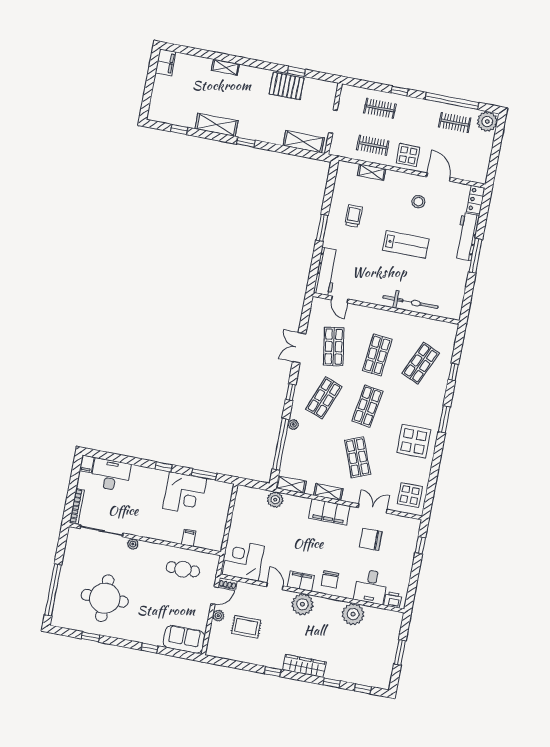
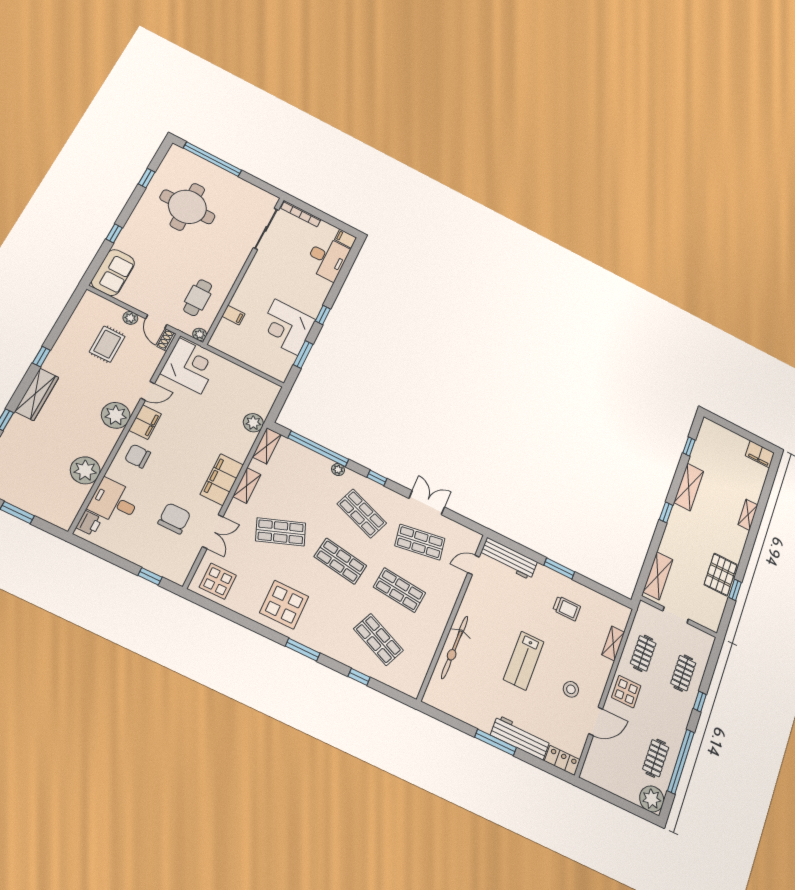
plant: (133, 544) -> (200, 334), moved

